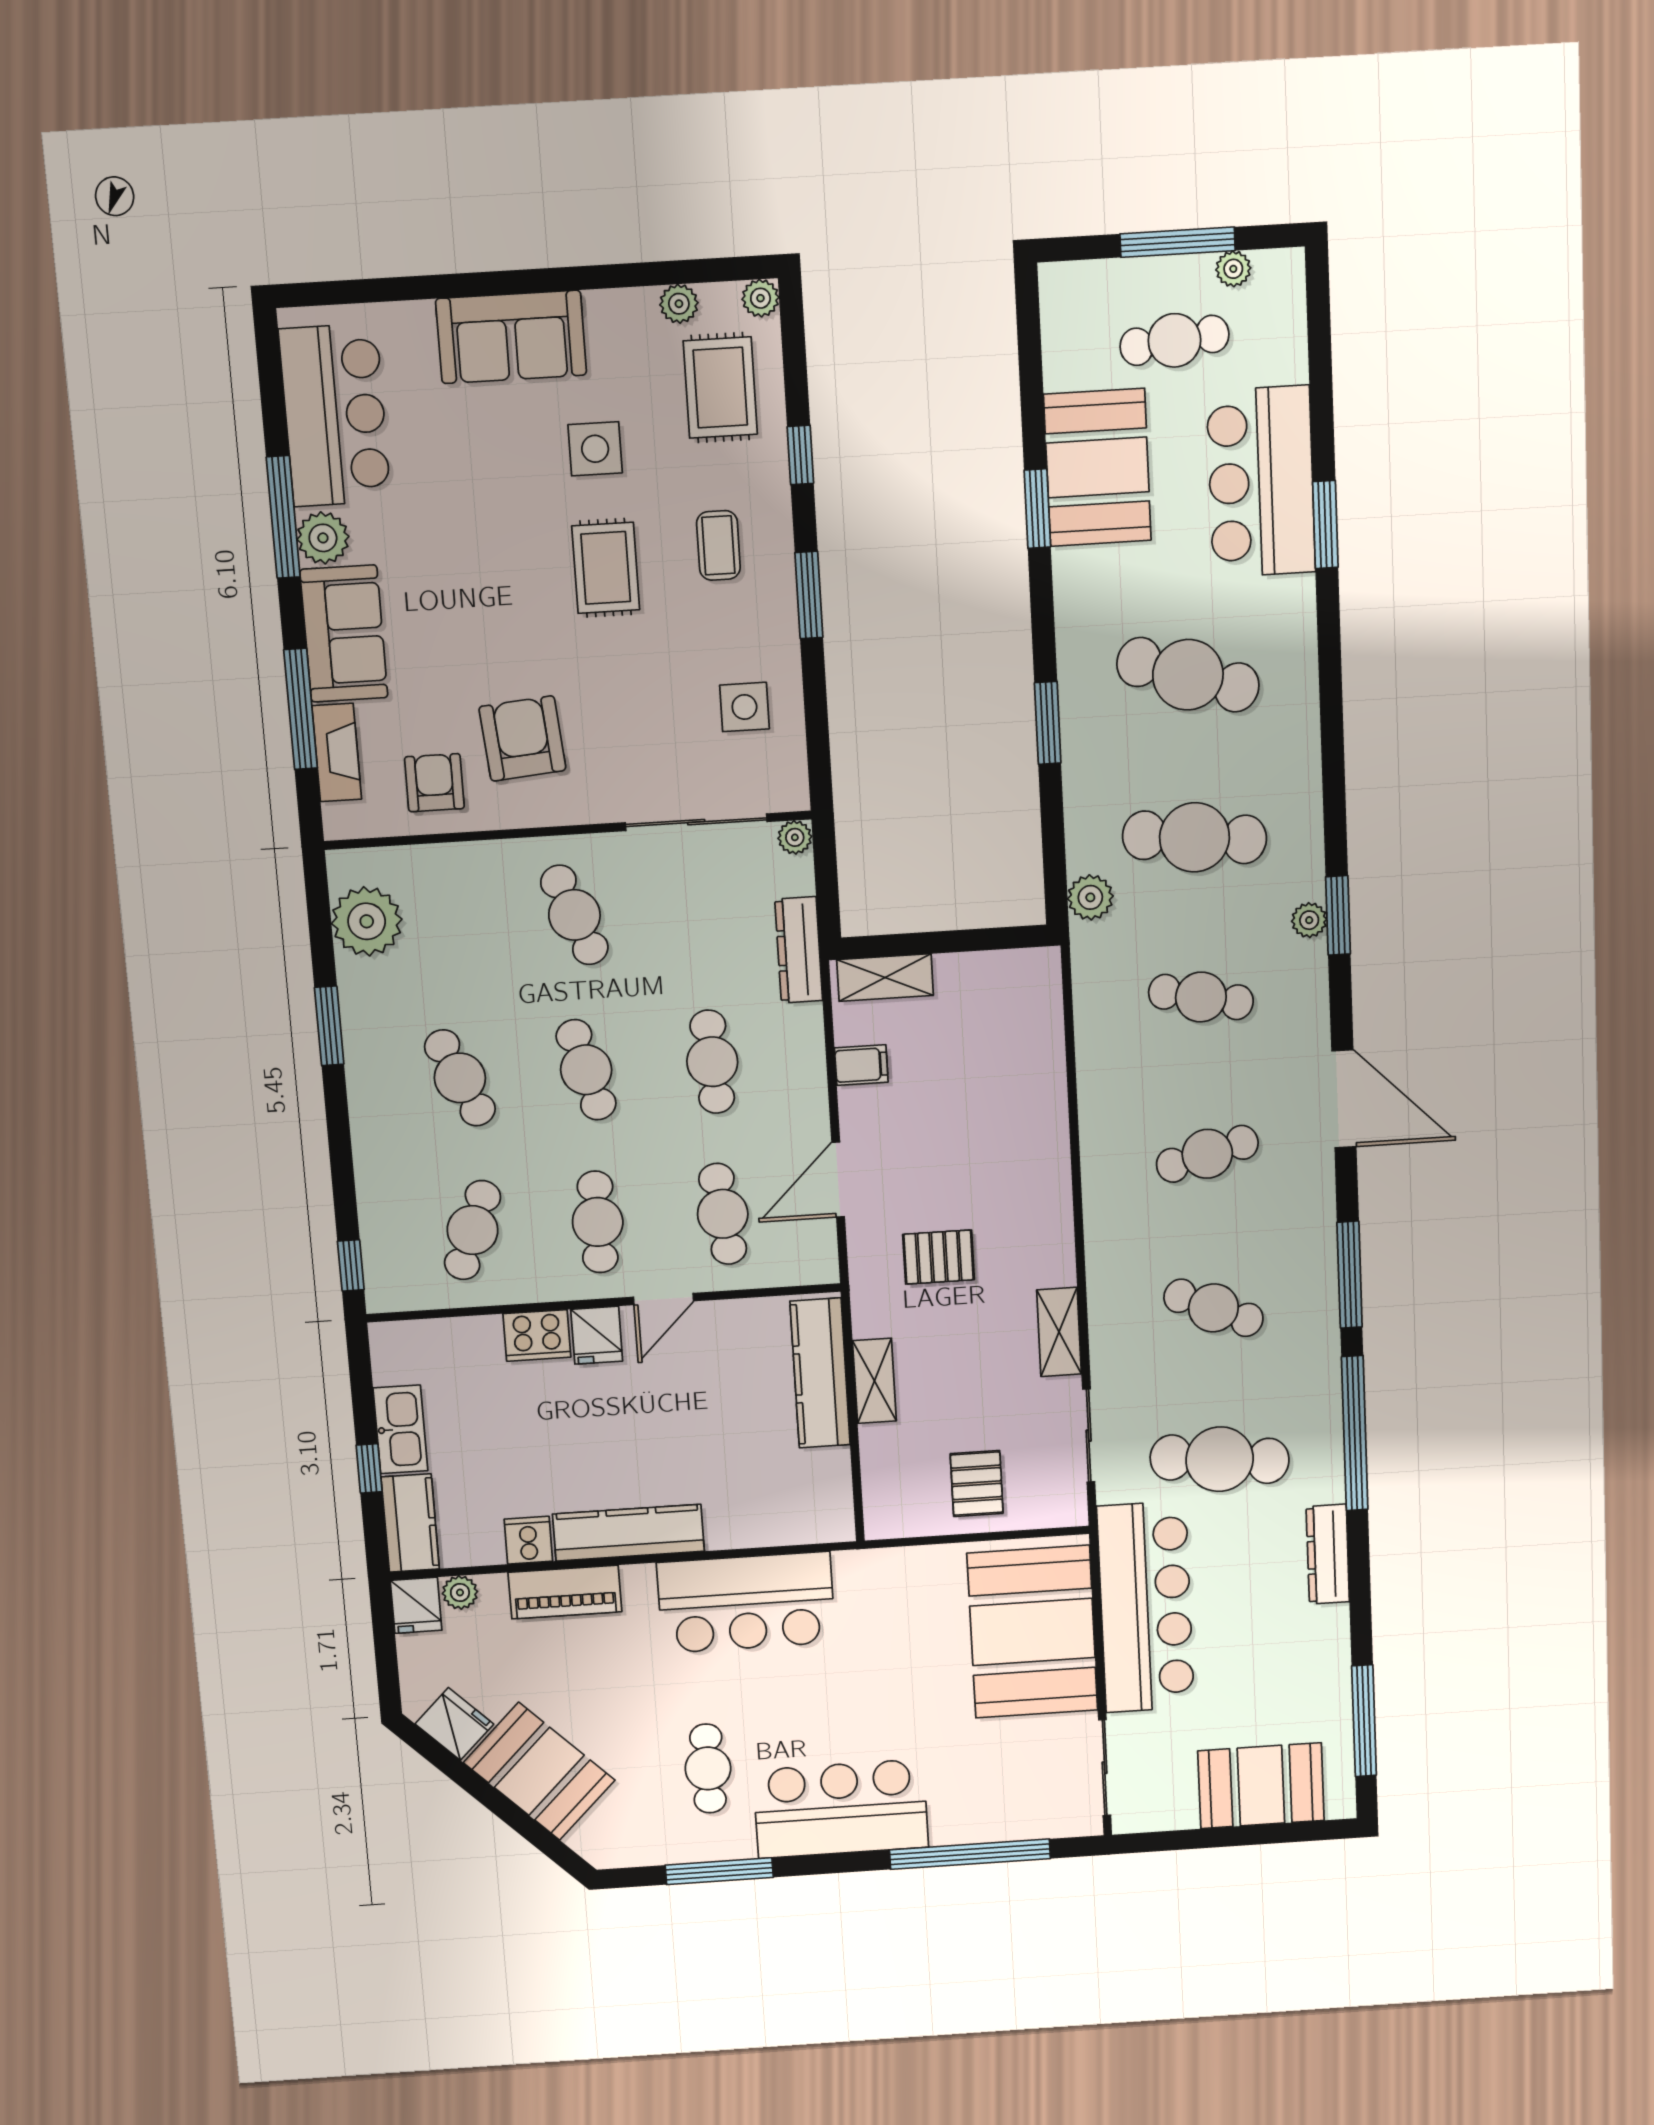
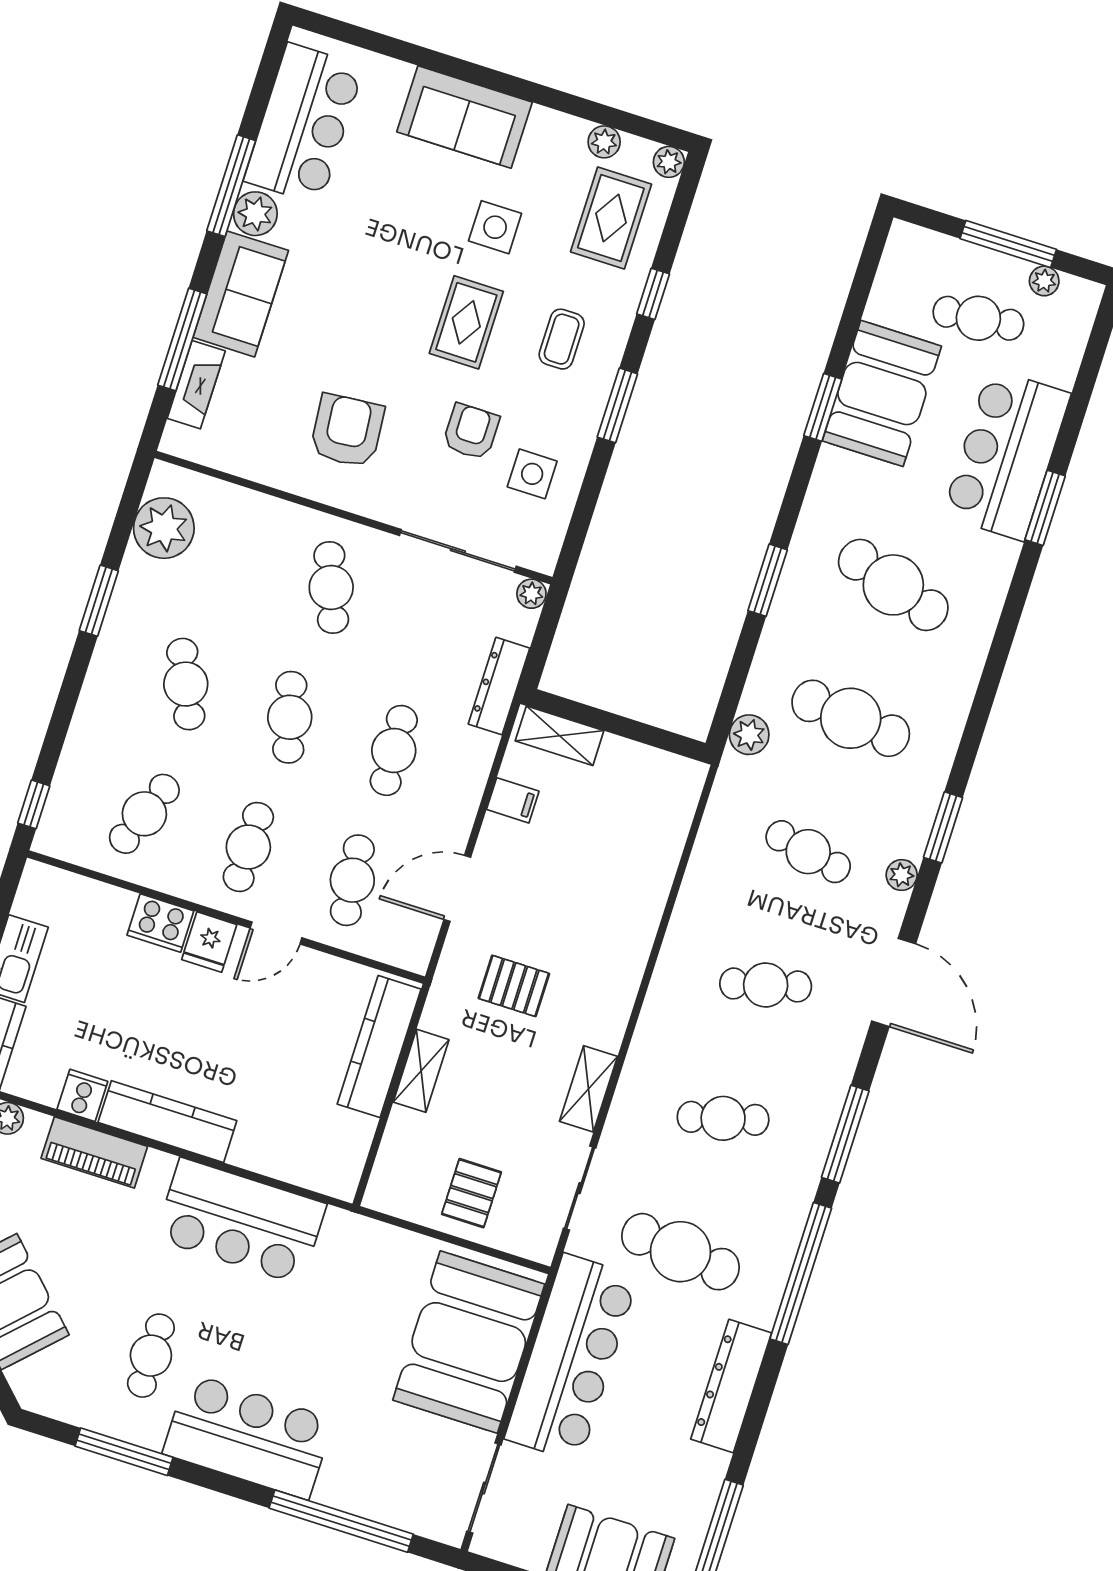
armchair: (434, 783) -> (471, 432), moved
plant: (1309, 920) -> (902, 875), moved
cafe table: (1213, 1308) -> (723, 1118), turned -39
dresser: (1328, 1554) -> (731, 1386), width x1.37, depth x1.24

